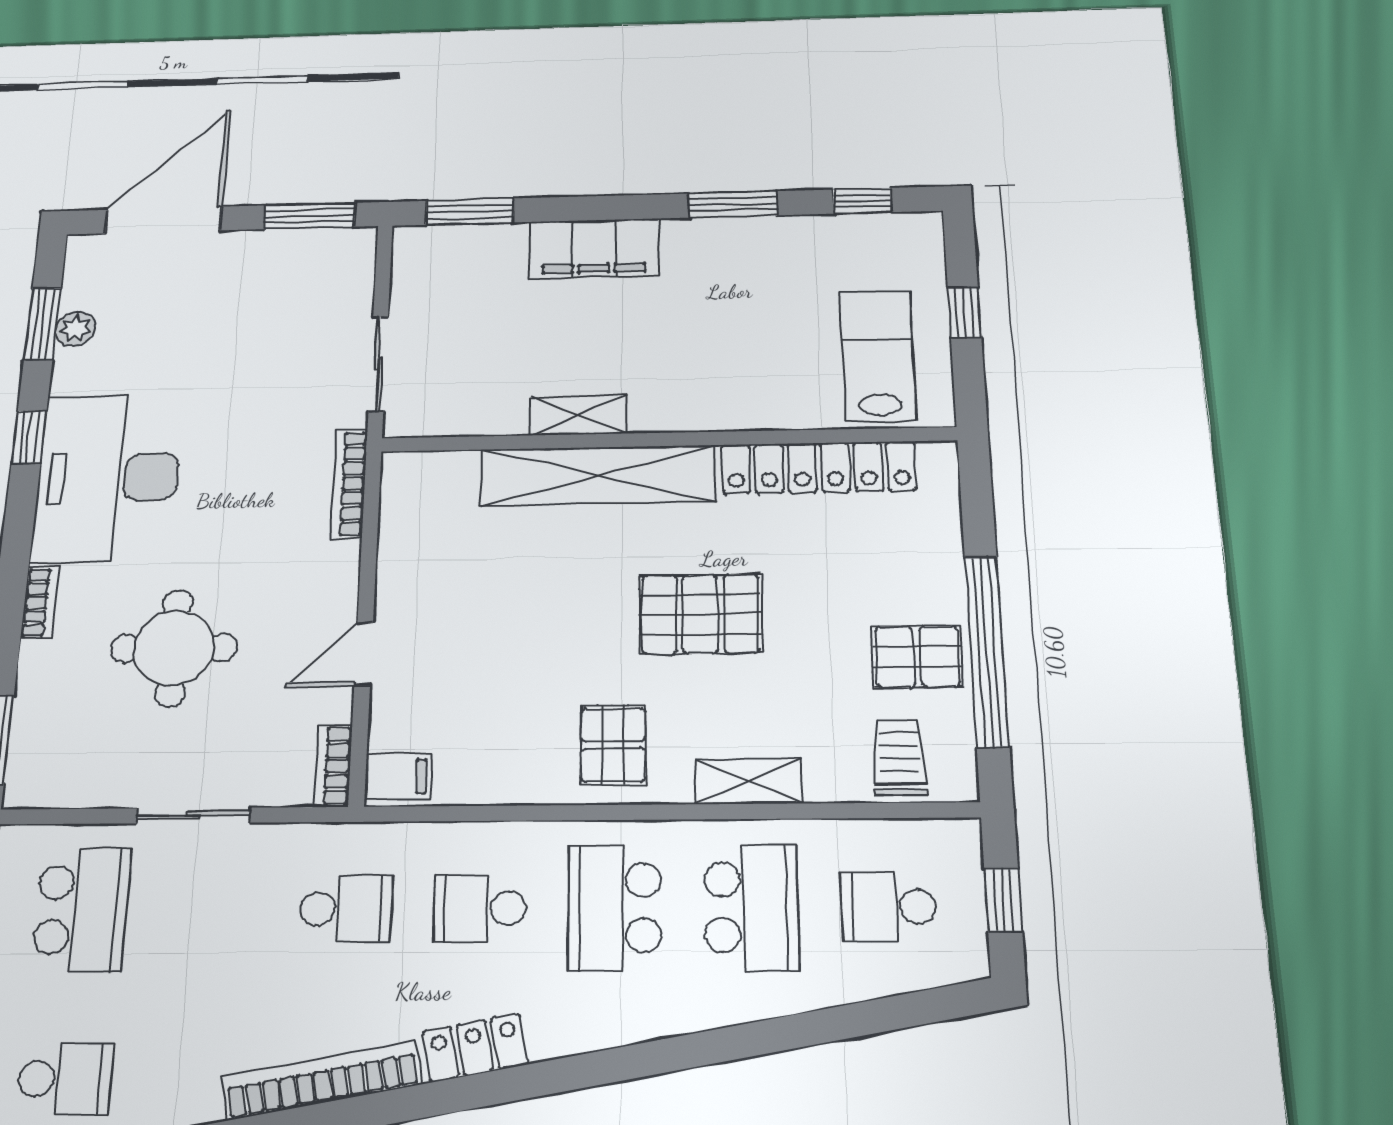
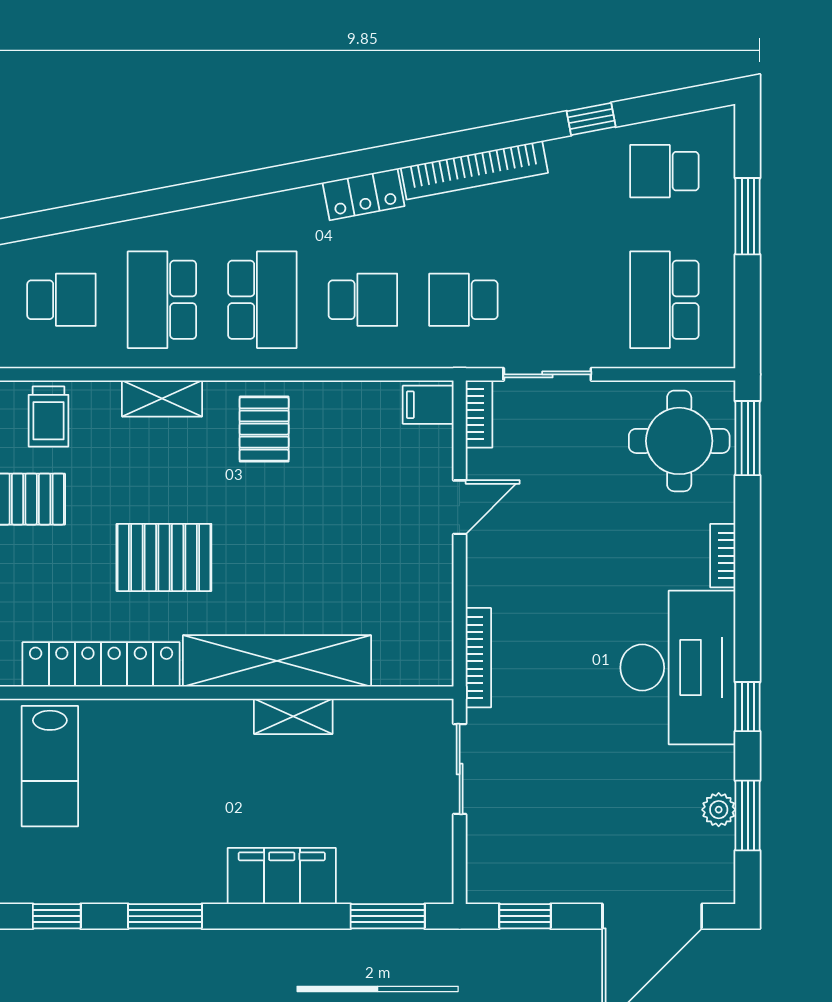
window: (310, 216) -> (525, 916), width x0.67
pallet: (700, 614) -> (164, 557), moved
round table: (174, 648) -> (679, 441), moved
sliding door: (194, 816) -> (547, 374), moved

